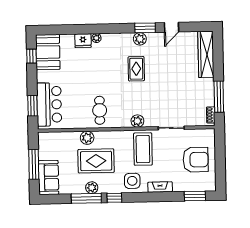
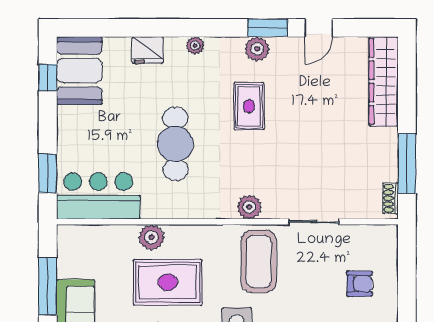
plant: (96, 38) -> (195, 45), moved
bar counter: (49, 104) -> (98, 196), moved, turned -90
cafe table: (100, 110) -> (175, 144), moved, width x1.37, depth x1.35
armchair: (196, 160) -> (360, 284), width x0.53, depth x0.53

